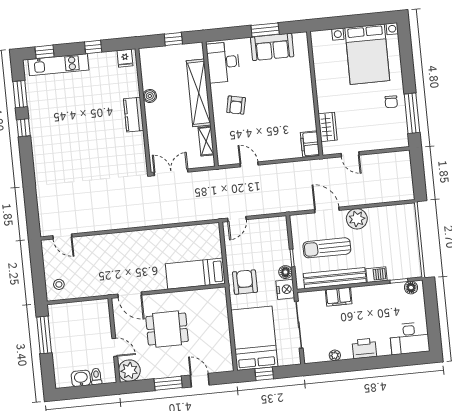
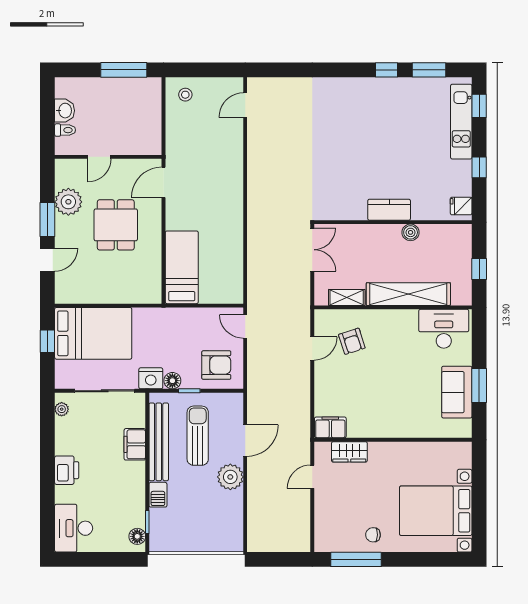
armchair: (236, 105) -> (352, 341), moved, turned -120
armchair: (245, 282) -> (216, 365), moved
plant: (335, 355) -> (62, 409), moved
plant: (129, 371) -> (68, 202), moved

